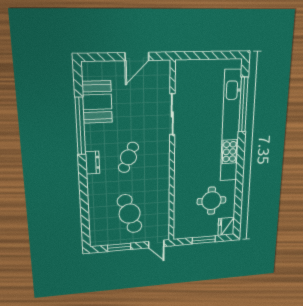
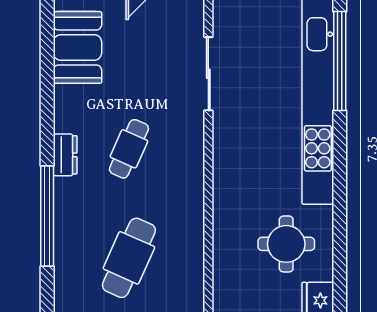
window: (80, 126) -> (47, 216), moved
cafe table: (130, 214) -> (129, 258), turned 42

